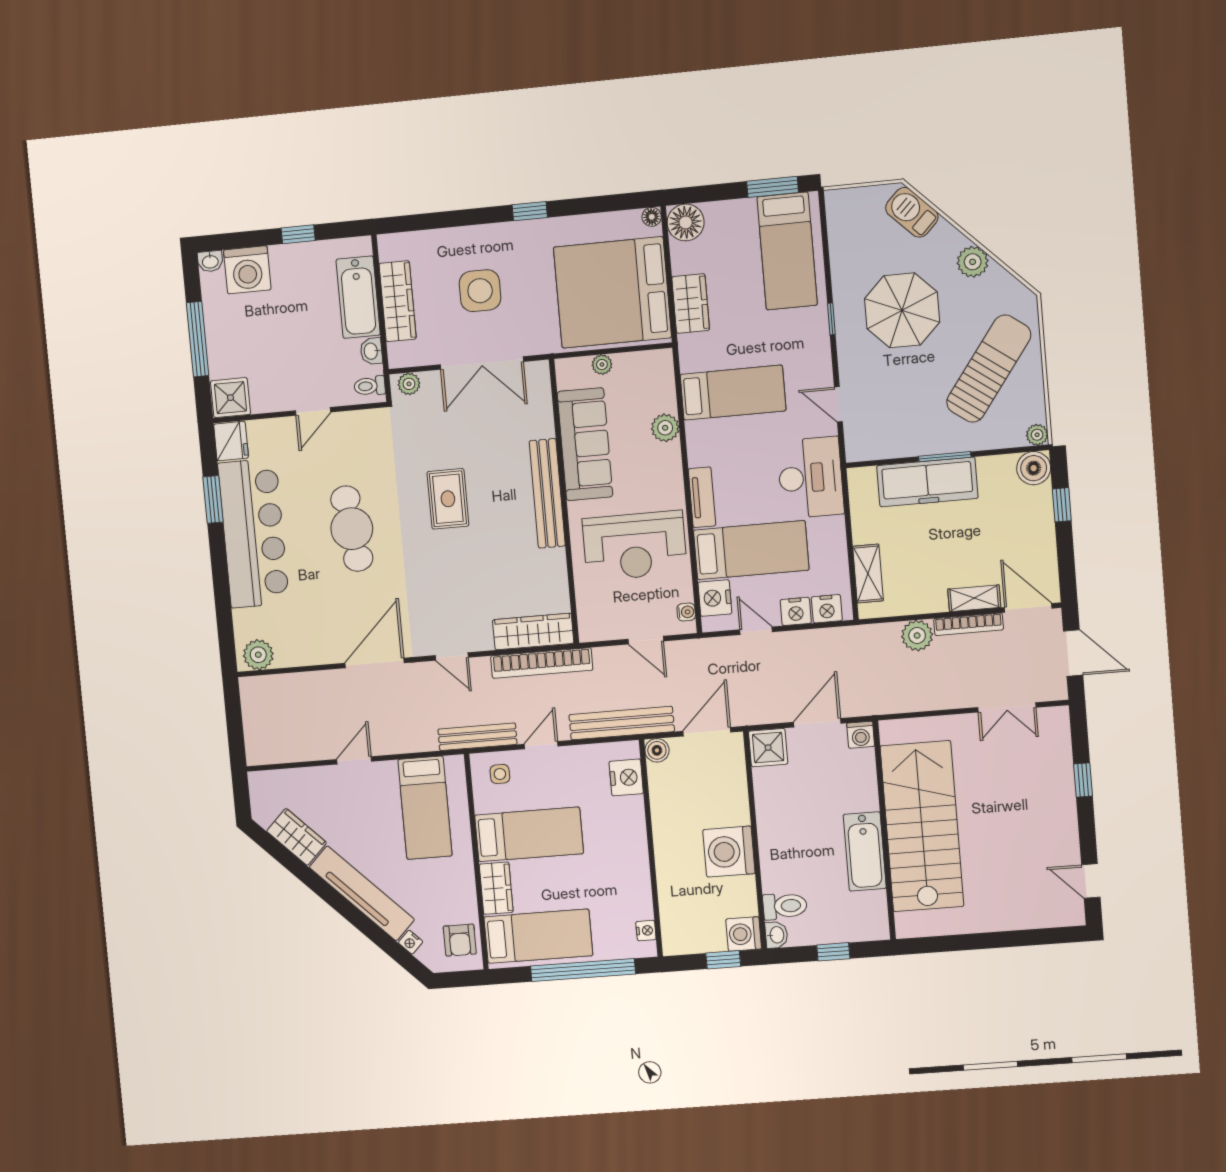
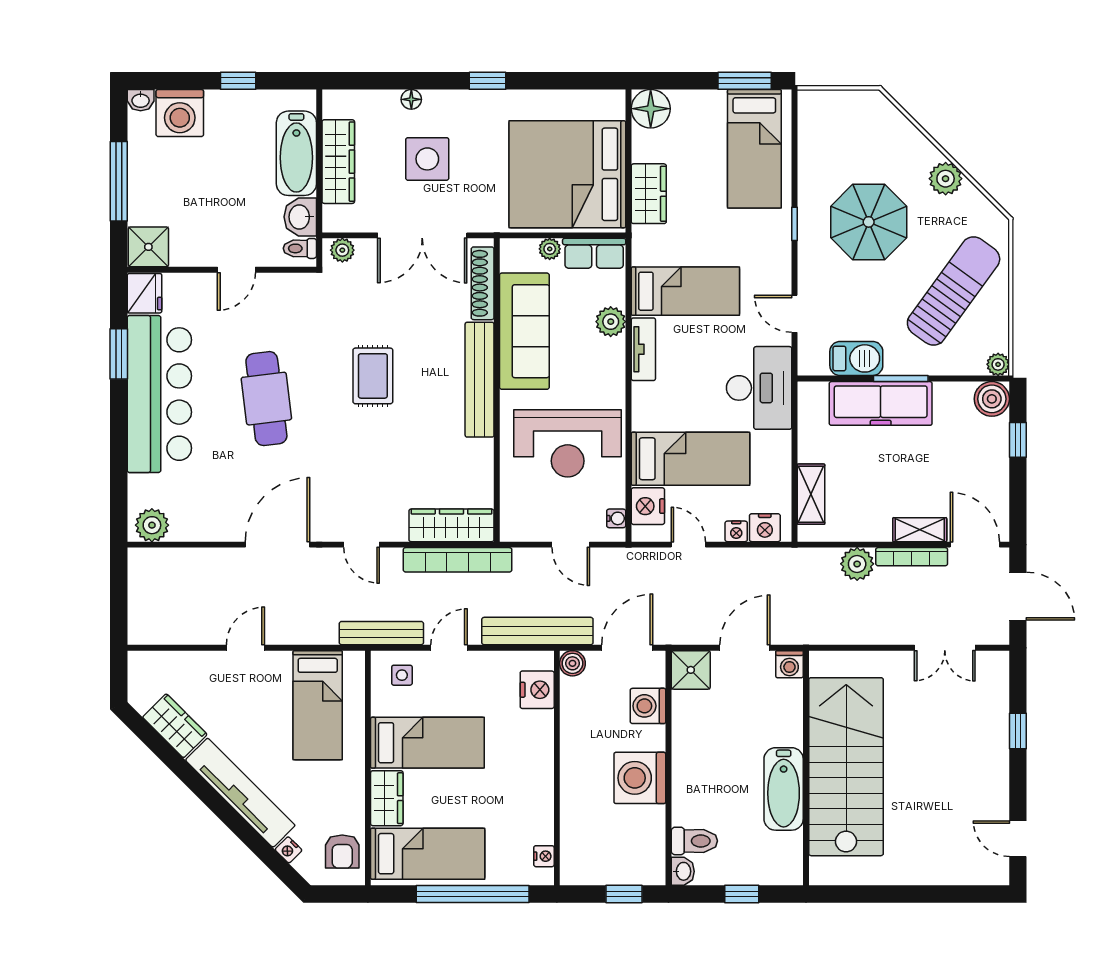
barbecue: (912, 212) -> (856, 358), moved, turned 135
floor lamp: (652, 217) -> (411, 99), moved
washbasin: (371, 351) -> (300, 217), width x1.38, depth x1.45
row of seats: (644, 365) -> (594, 253), added
shoe rack: (542, 403) -> (483, 283), added
tv unit: (702, 497) -> (643, 349), moved
nightstand: (796, 611) -> (736, 531), width x0.72, depth x0.74
washing machine: (744, 934) -> (648, 706), moved

